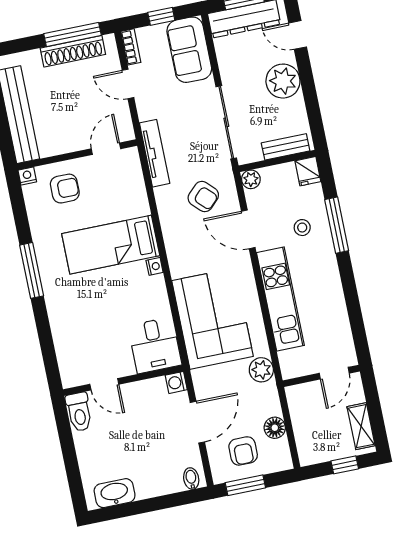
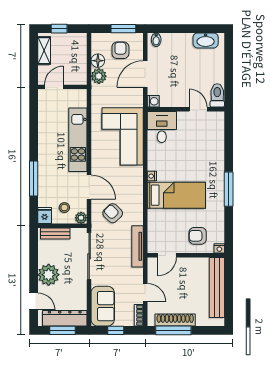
stool: (302, 228) -> (64, 208), moved
plant: (261, 370) -> (99, 76), moved

